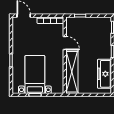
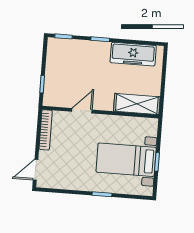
shelving: (72, 72) -> (137, 104), width x0.68

